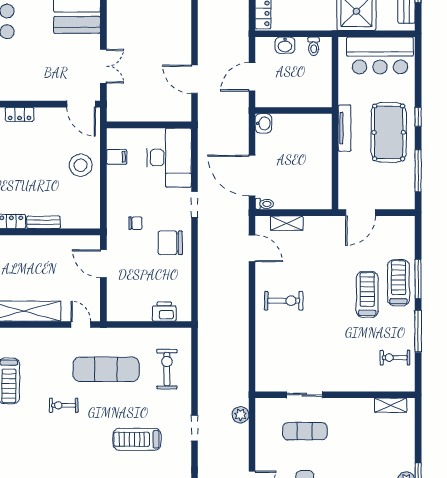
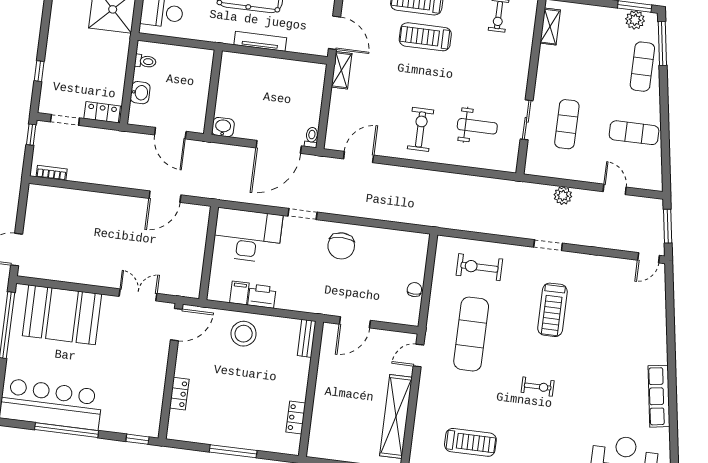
tv unit: (345, 128) -> (260, 41), moved
bench: (43, 222) -> (307, 338), moved
chair: (135, 223) -> (414, 290), moved
shelving: (287, 223) -> (342, 70), moved
printer: (164, 312) -> (262, 296), moved, turned 90
weight bench: (293, 351) -> (477, 126), added
exercise bike: (64, 405) -> (538, 387), moved, turned -90
plant: (241, 415) -> (563, 196), moved

